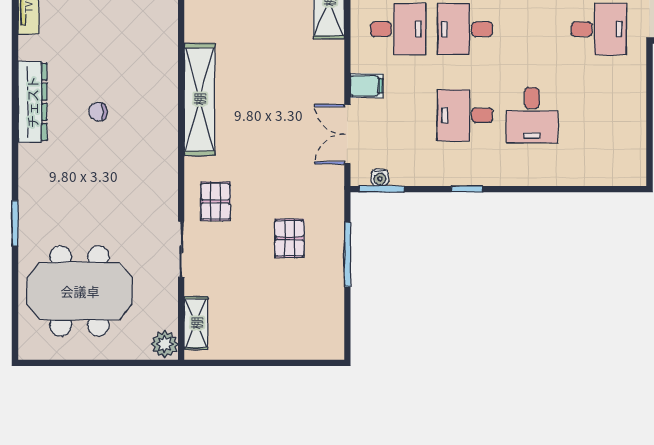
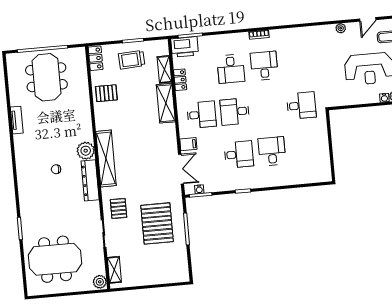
plant: (160, 80) -> (86, 151), added
dresser: (32, 102) -> (90, 180), moved, turned 180
desk: (465, 115) -> (239, 154), turned 180
desk: (532, 115) -> (272, 151), turned 180
double door: (347, 134) -> (181, 169), swing flipped
pallet: (290, 238) -> (157, 223), width x2.05, depth x2.00

